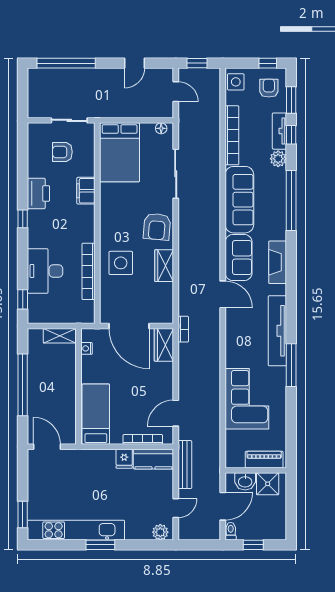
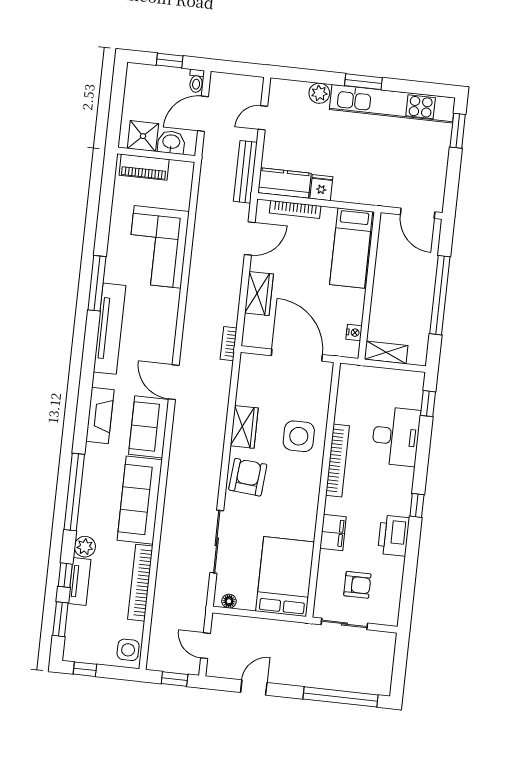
armchair: (269, 88) -> (87, 637), removed
bookcase: (88, 271) -> (337, 461), moved
wardrobe: (164, 345) -> (259, 294), moved
plant: (160, 532) -> (319, 93), moved

